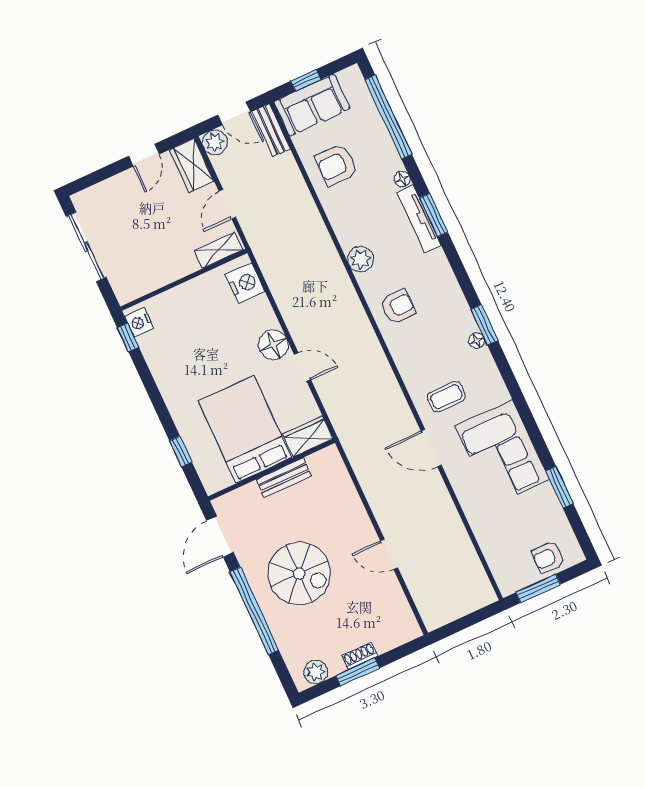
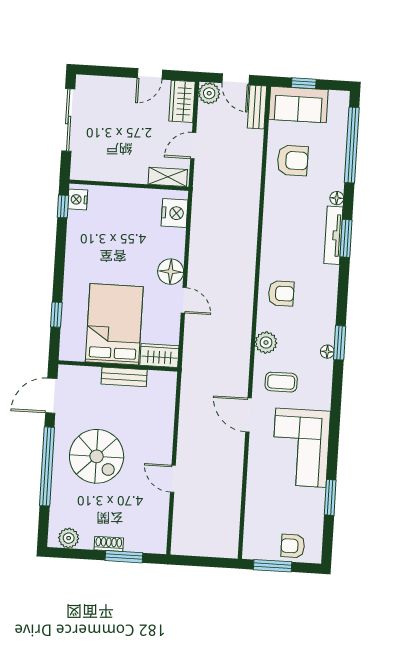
armchair: (337, 165) -> (293, 160), turned 180
plant: (360, 259) -> (266, 343), moved
window: (358, 672) -> (124, 557), moved

